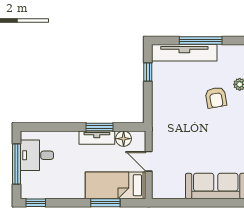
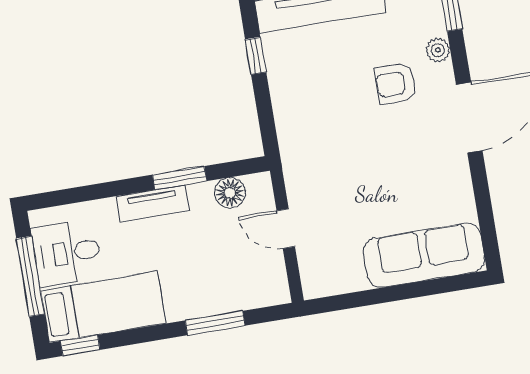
armchair: (216, 98) -> (396, 83), turned 100
tv unit: (97, 138) -> (153, 204), moved
bed: (115, 185) -> (103, 307), moved, turned 180

